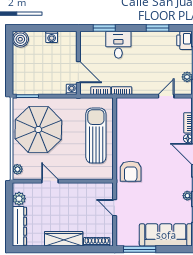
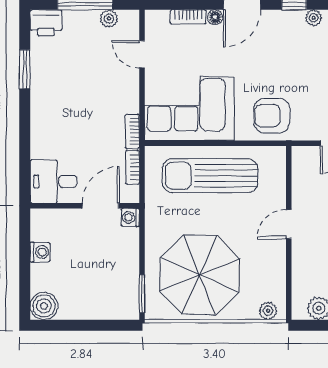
window: (104, 28) -> (25, 161), removed
desk: (118, 45) -> (53, 182), moved
corner sofa: (135, 123) -> (189, 109), added
armchair: (131, 171) -> (272, 116), turned 180
door: (50, 181) -> (289, 224), moved

